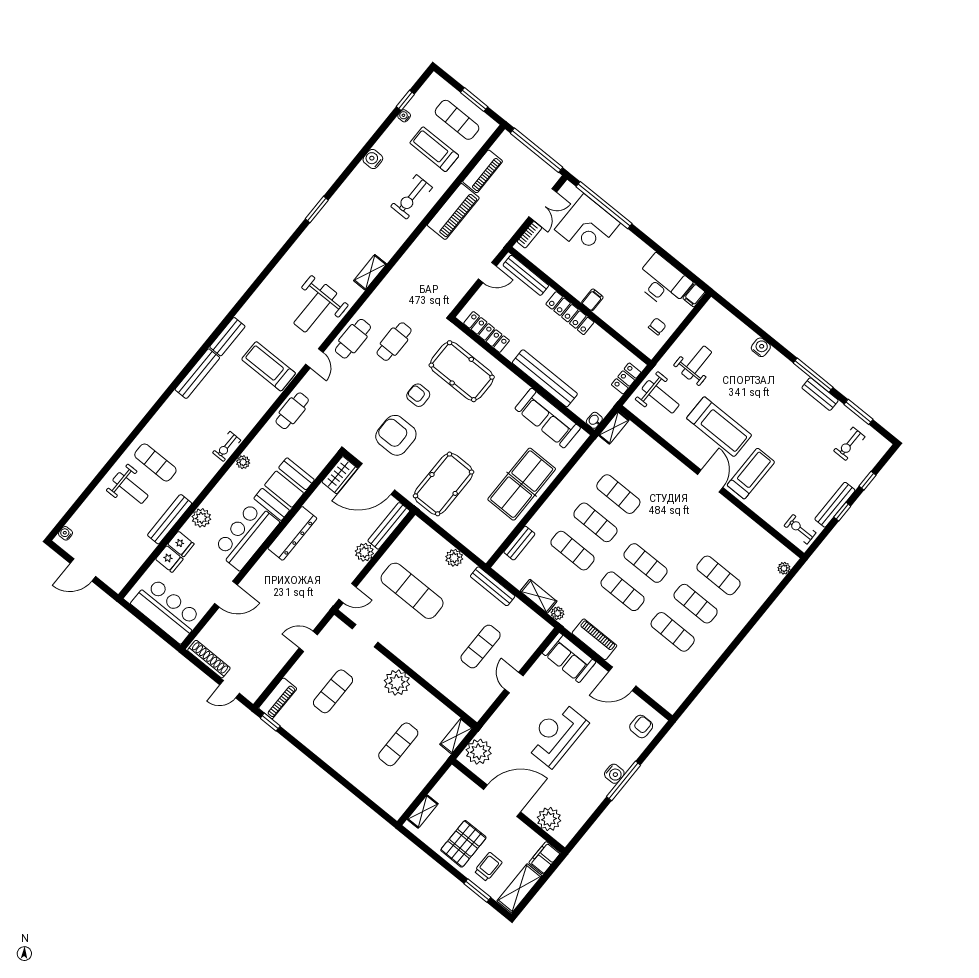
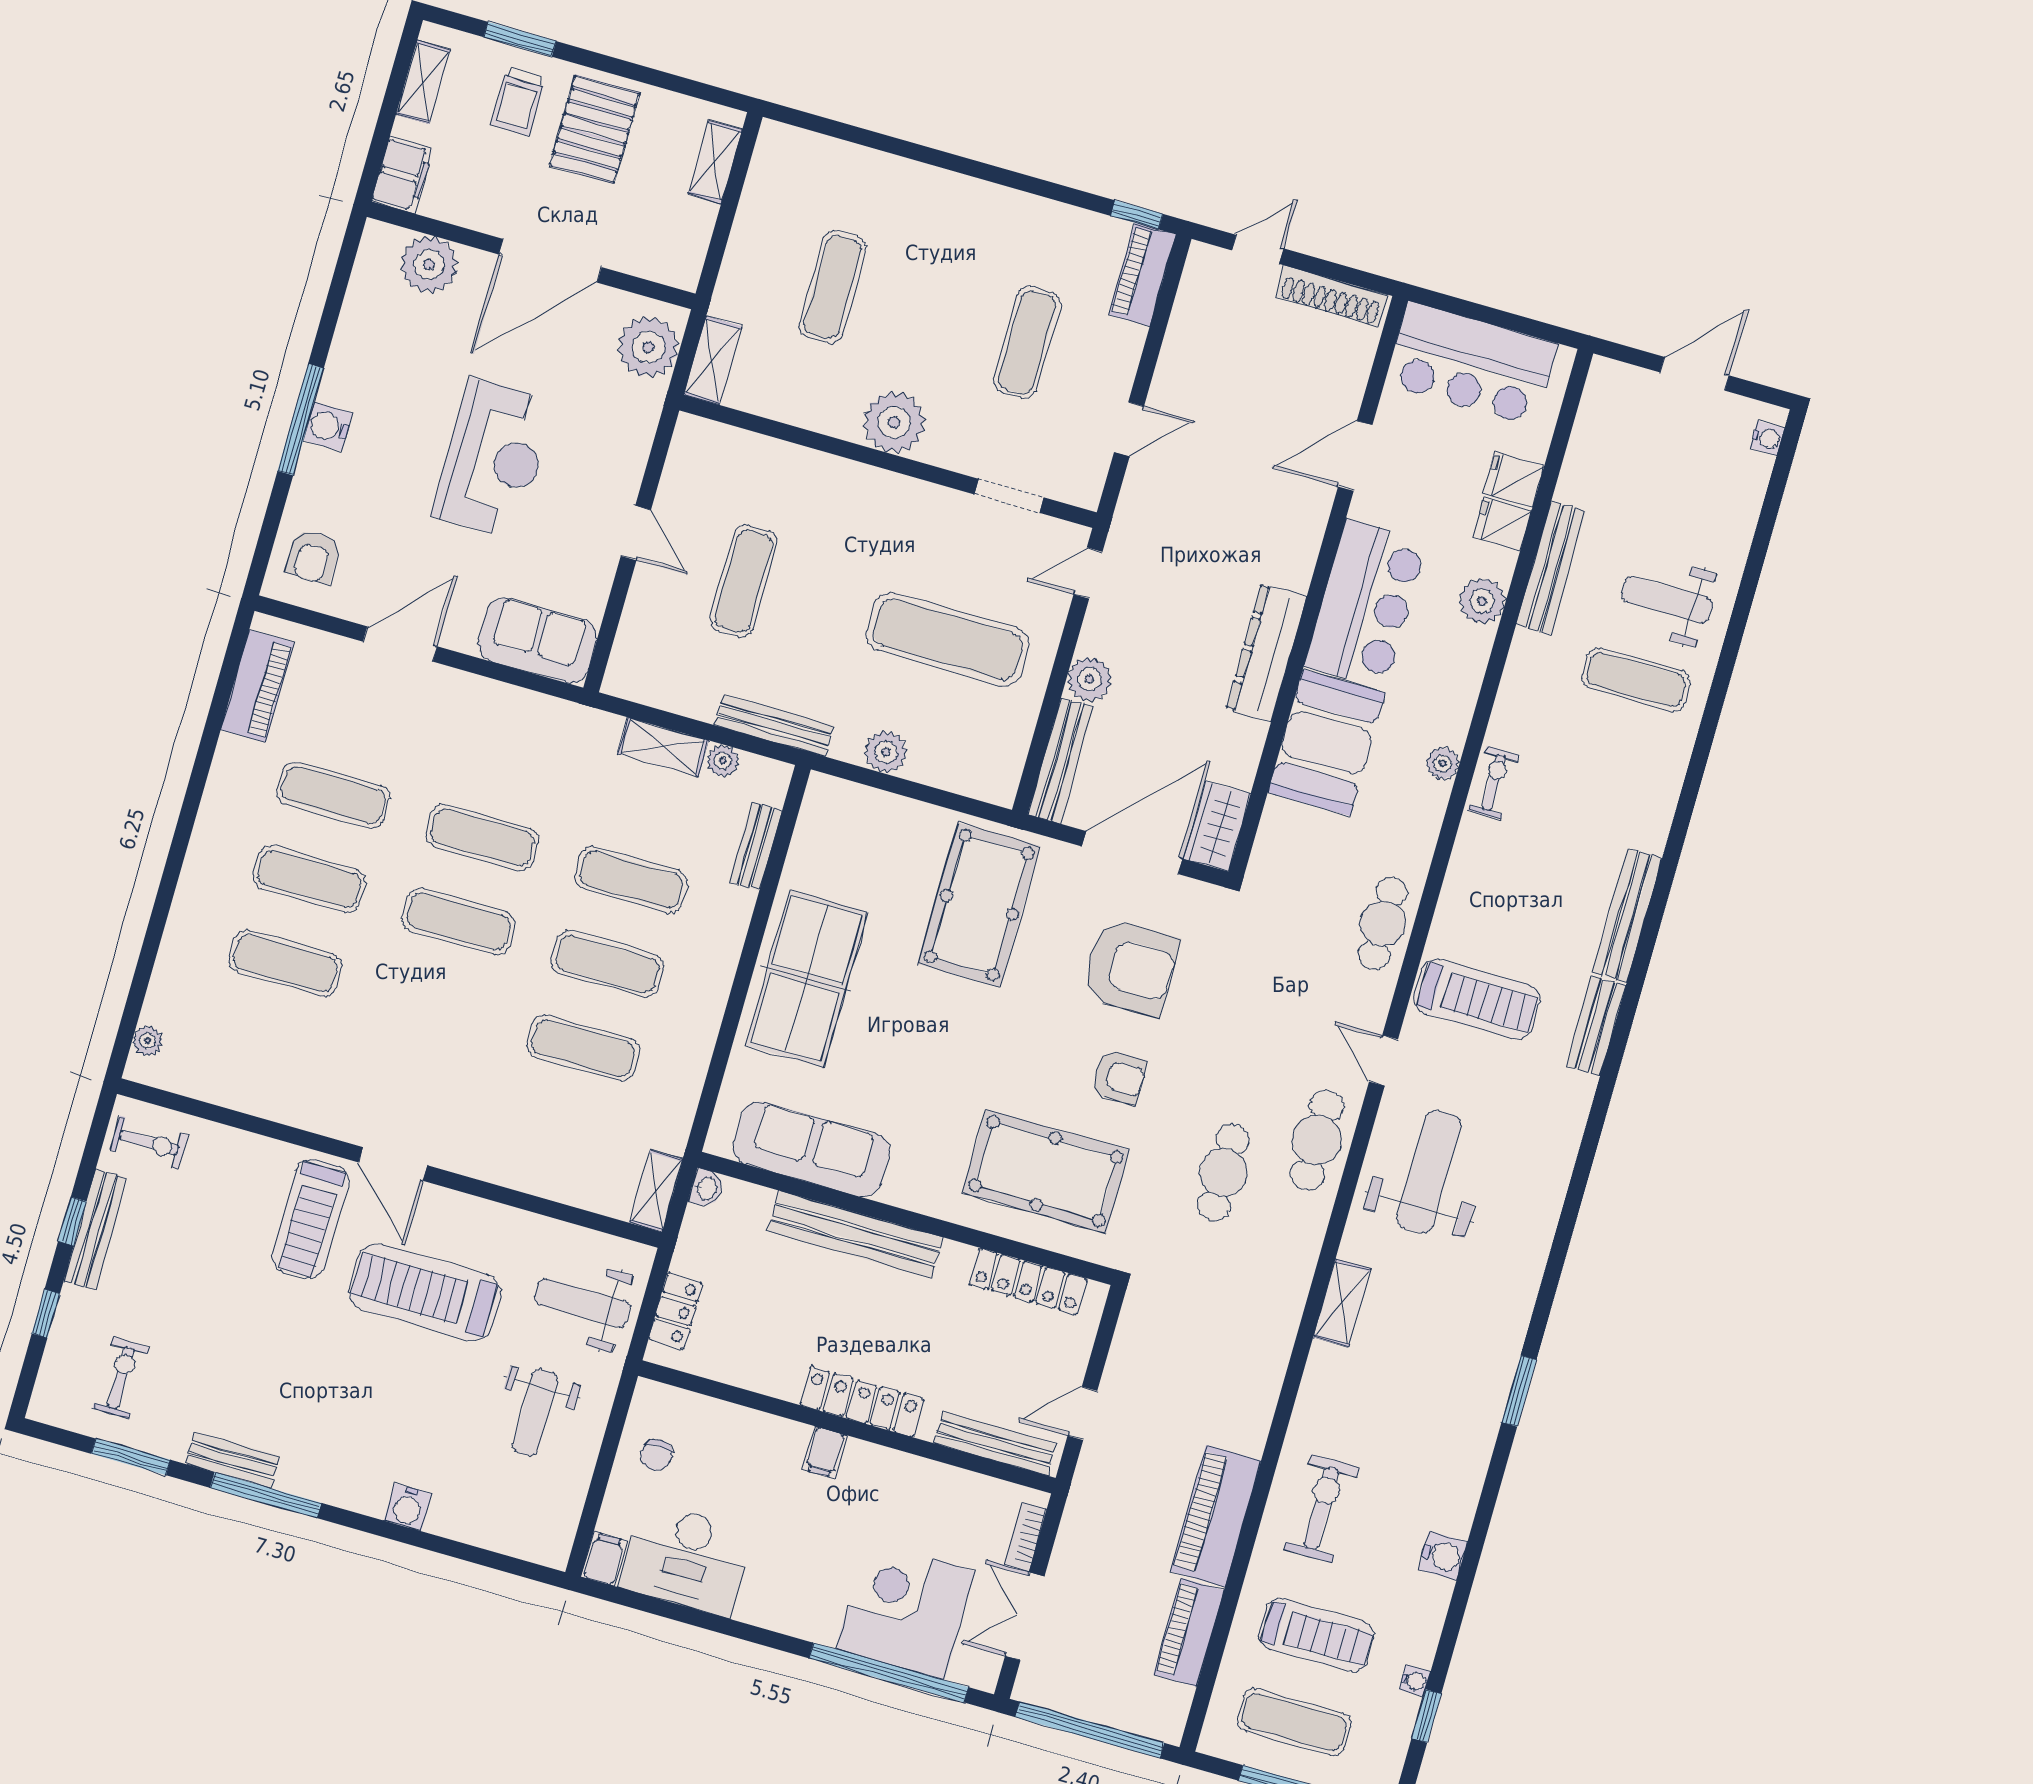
plant: (558, 613) -> (723, 761), moved
piano: (594, 639) -> (257, 686), moved, turned -90
shelving: (519, 888) -> (423, 82), width x0.67, depth x0.75

